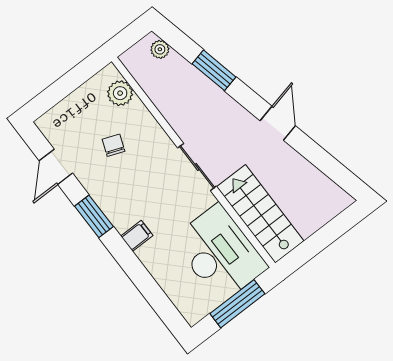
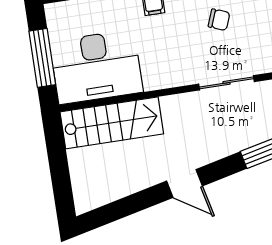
chair: (114, 145) -> (219, 20), moved
sliding door: (197, 167) -> (226, 83), moved

